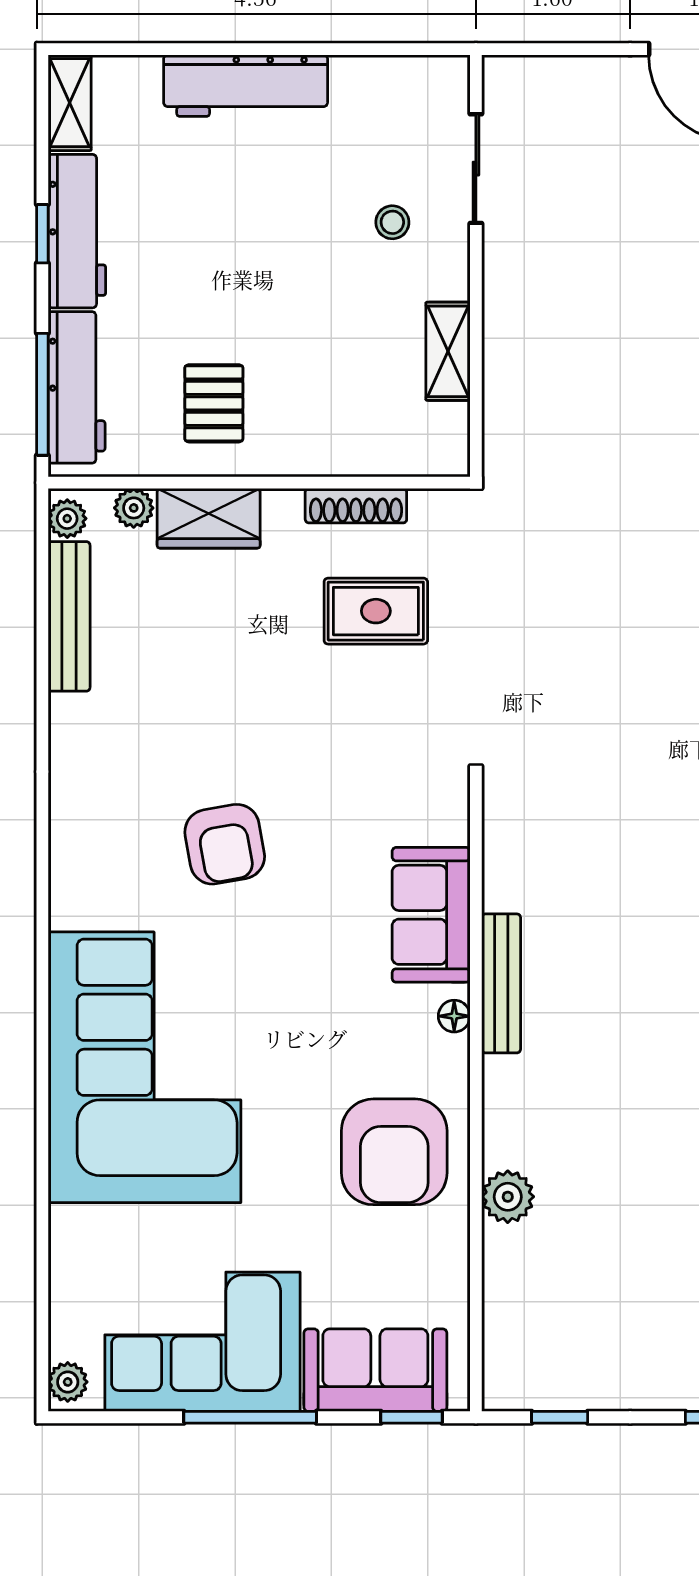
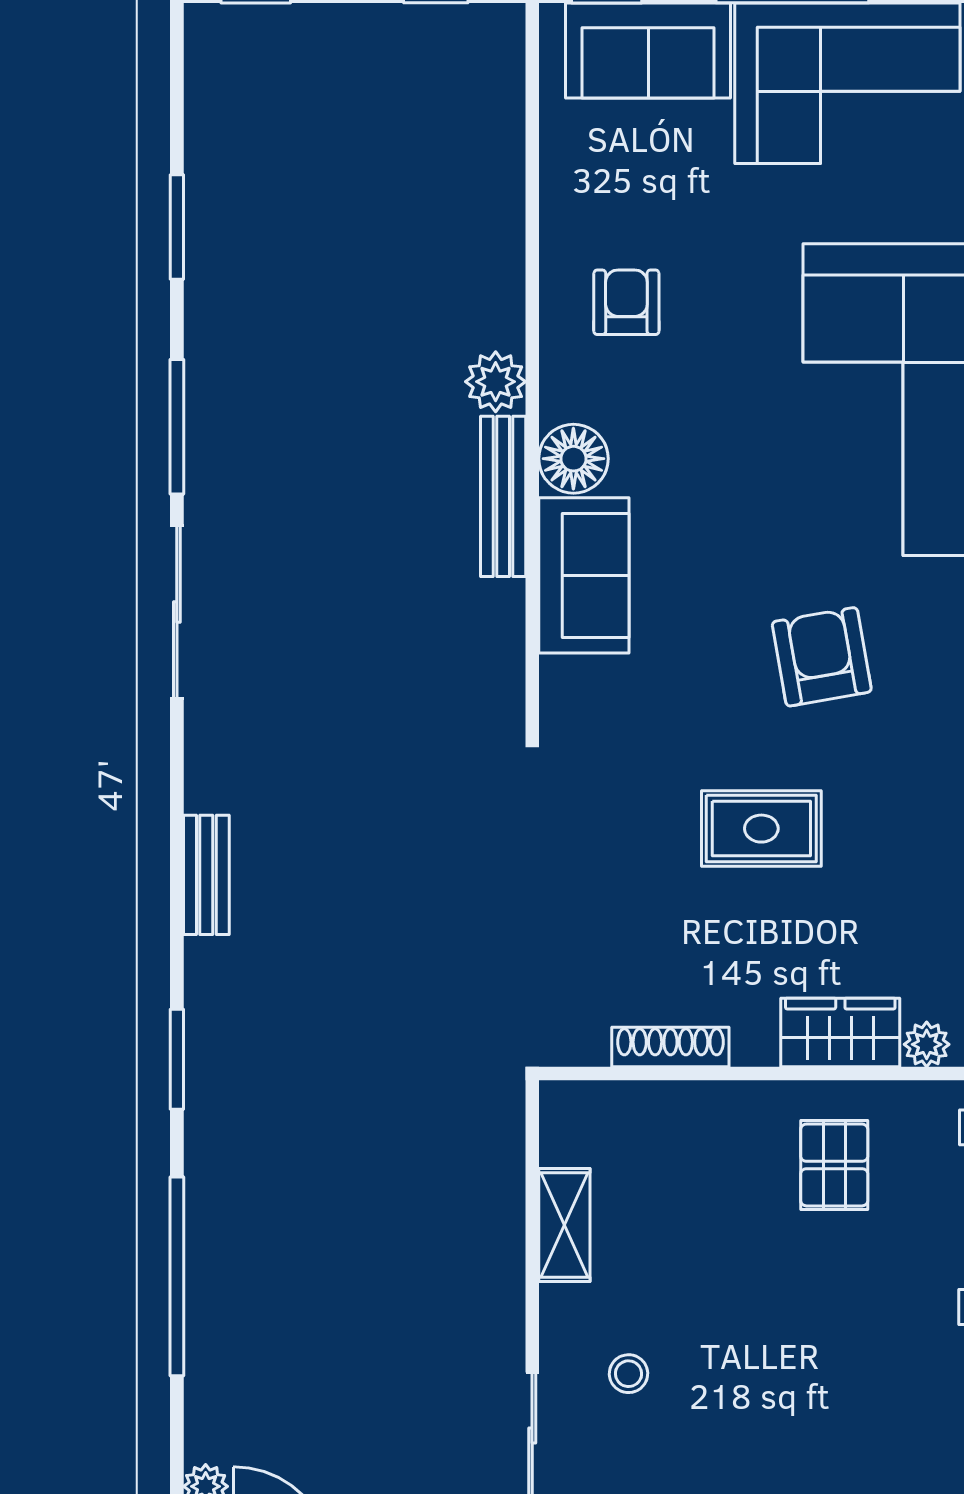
rug: (376, 611) -> (761, 829), moved
floor lamp: (454, 1016) -> (573, 459), width x1.89, depth x1.89
armchair: (394, 1152) -> (626, 302), width x0.53, depth x0.53
plant: (508, 1197) -> (496, 382), moved

